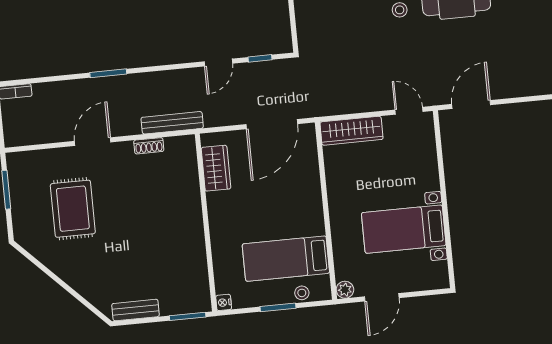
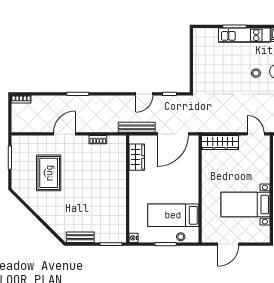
bench: (172, 123) -> (137, 127), moved
plant: (345, 290) -> (207, 237), removed

